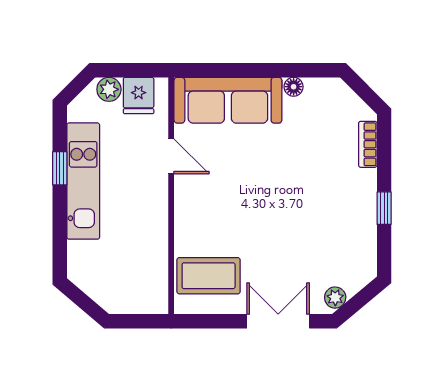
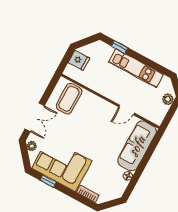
fridge: (139, 96) -> (79, 60), moved, turned 180
window: (60, 168) -> (120, 47), moved
window: (384, 208) -> (48, 181), moved
corner sofa: (339, 222) -> (62, 165), added

